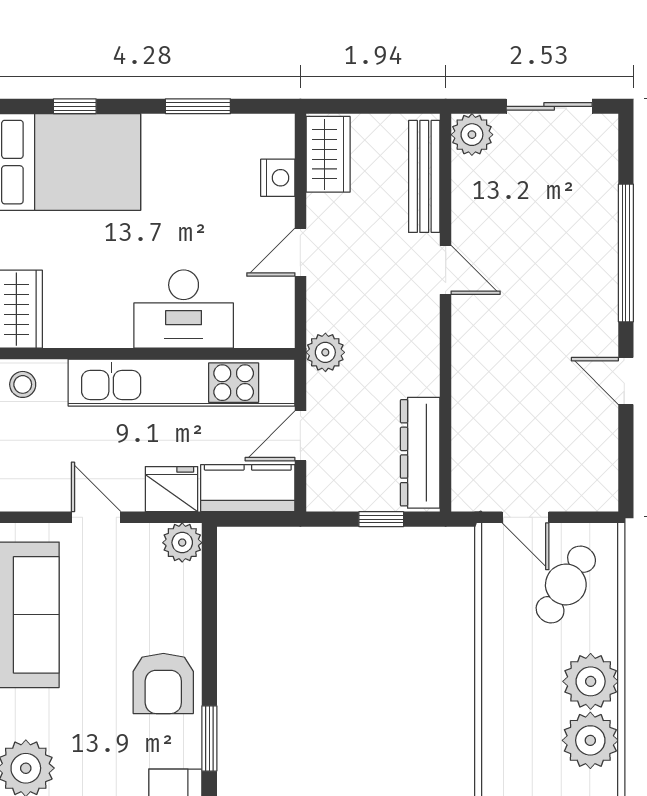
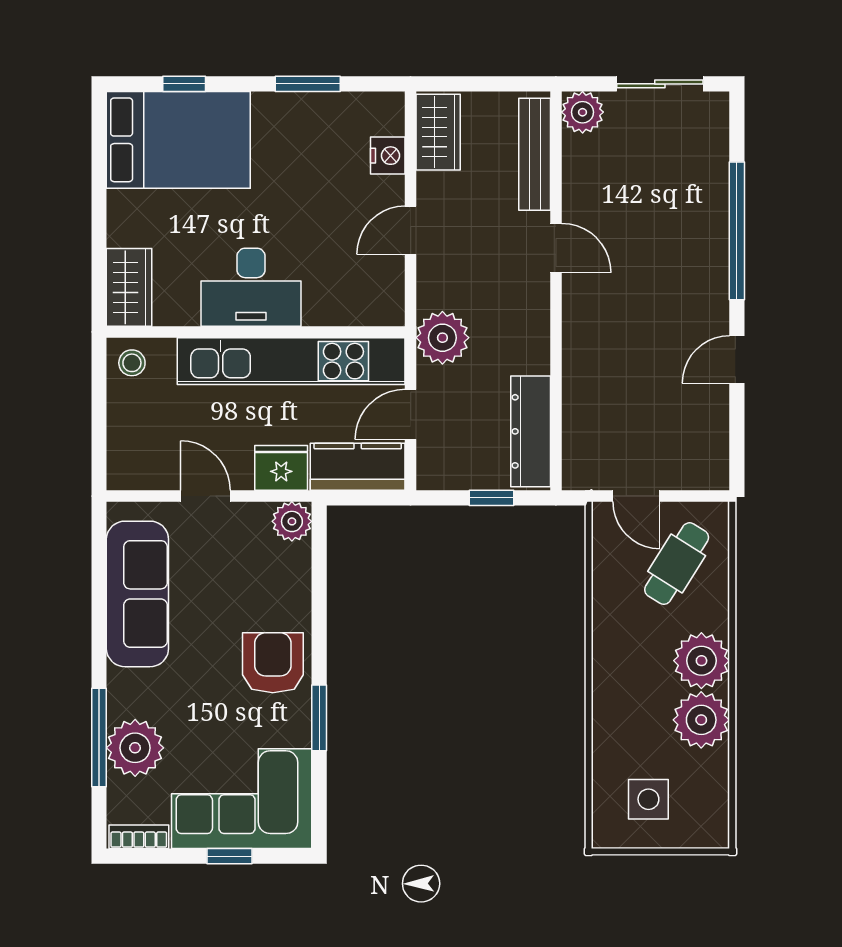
desk: (184, 309) -> (251, 287), moved
plant: (325, 352) -> (442, 338), width x1.36, depth x1.36
door: (626, 381) -> (737, 359), hinge flipped
armchair: (163, 683) -> (273, 663), turned 180

